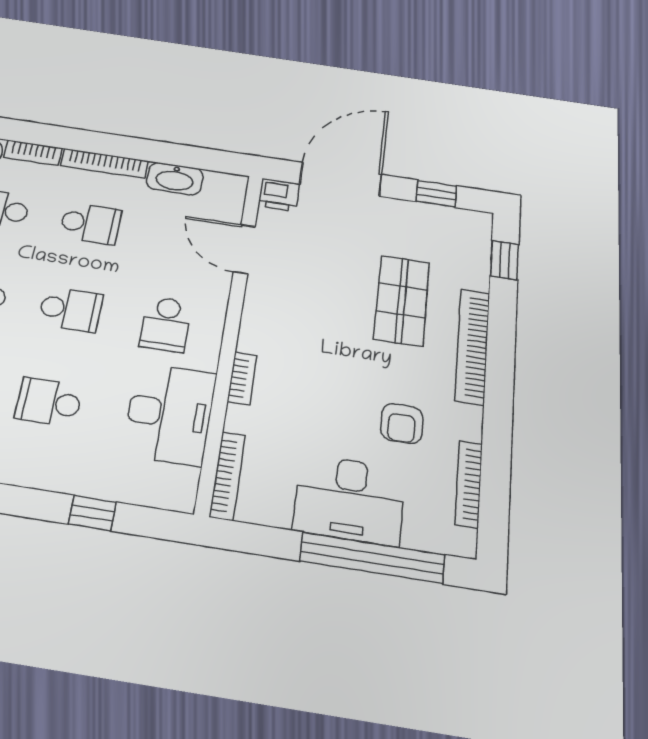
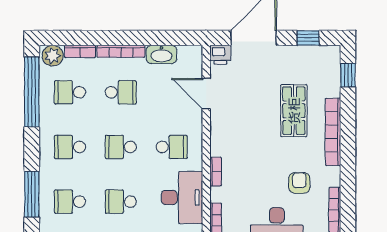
school desk: (70, 309) -> (121, 147), turned 180
school desk: (166, 324) -> (172, 147), turned -90
armchair: (402, 423) -> (299, 183), turned 180

